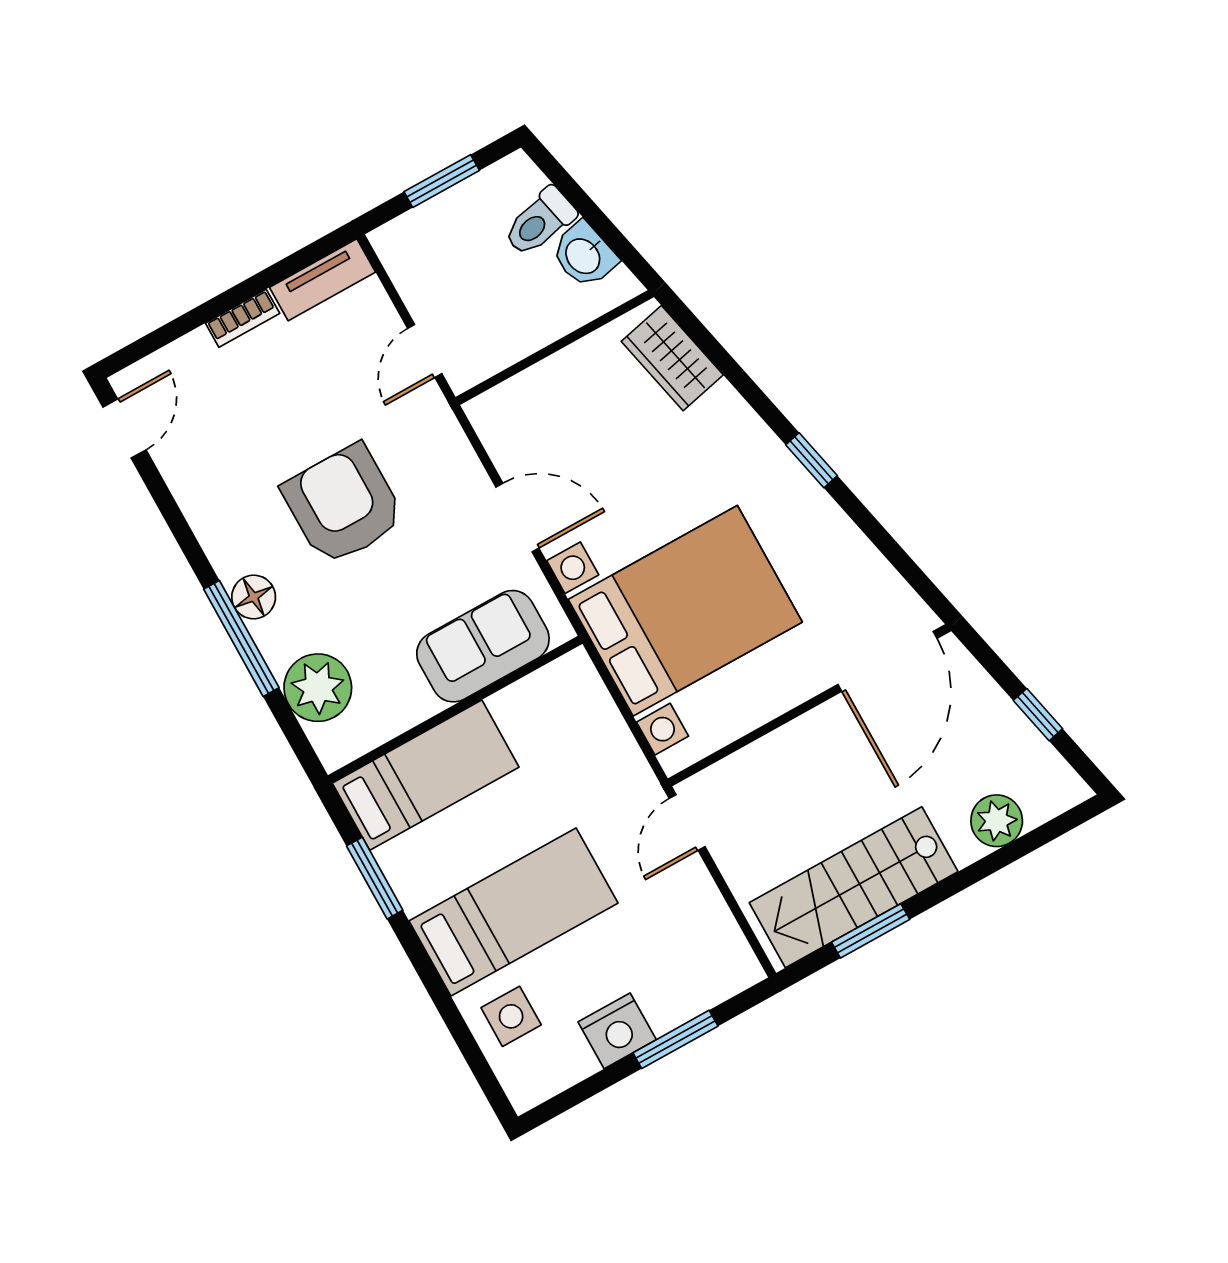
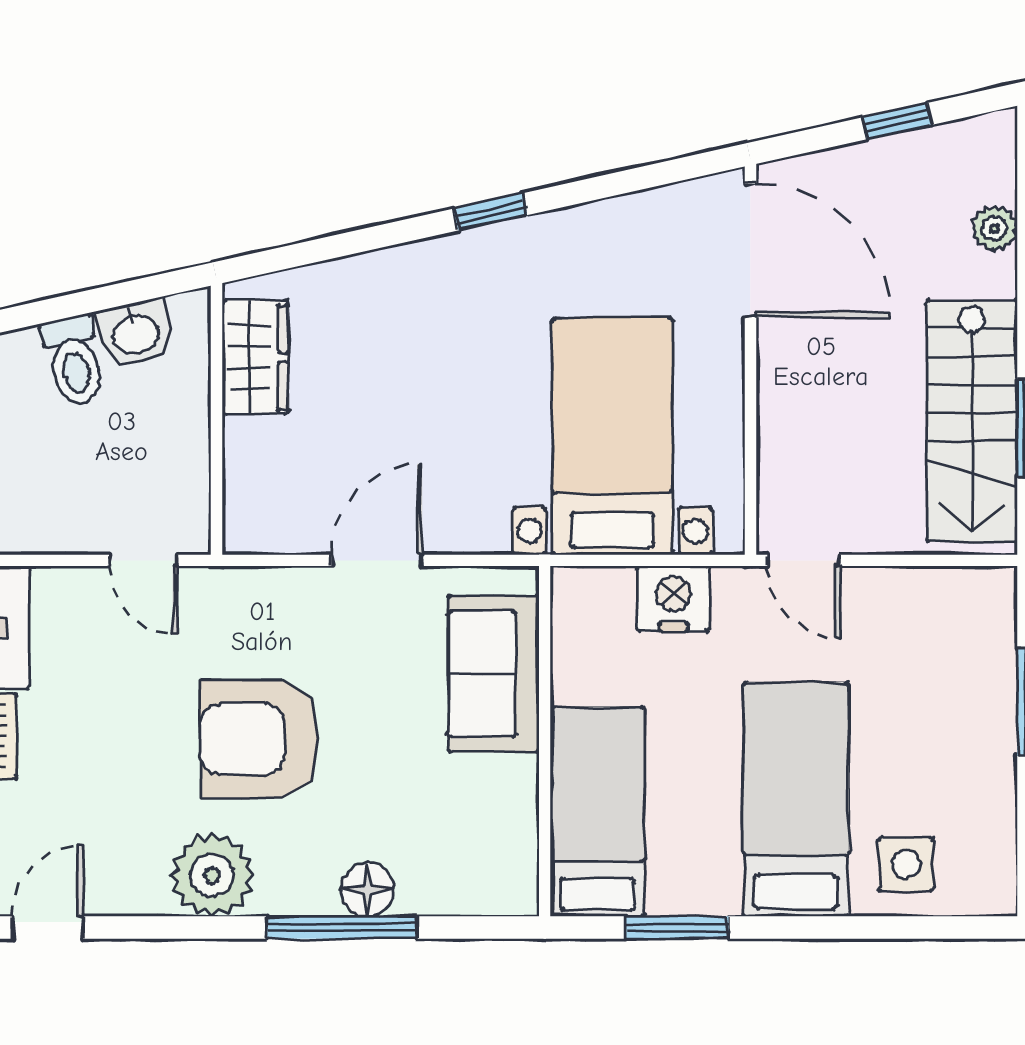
wardrobe: (672, 358) -> (255, 357), moved, turned -77
door: (124, 428) -> (47, 928), hinge flipped
floor lamp: (254, 597) -> (367, 890), moved
bed with nightstands: (685, 611) -> (612, 436), width x0.73
plant: (318, 688) -> (212, 875), moved
plant: (997, 821) -> (995, 228), width x0.73, depth x0.73
nightstand: (617, 1031) -> (673, 599), moved, turned -90

